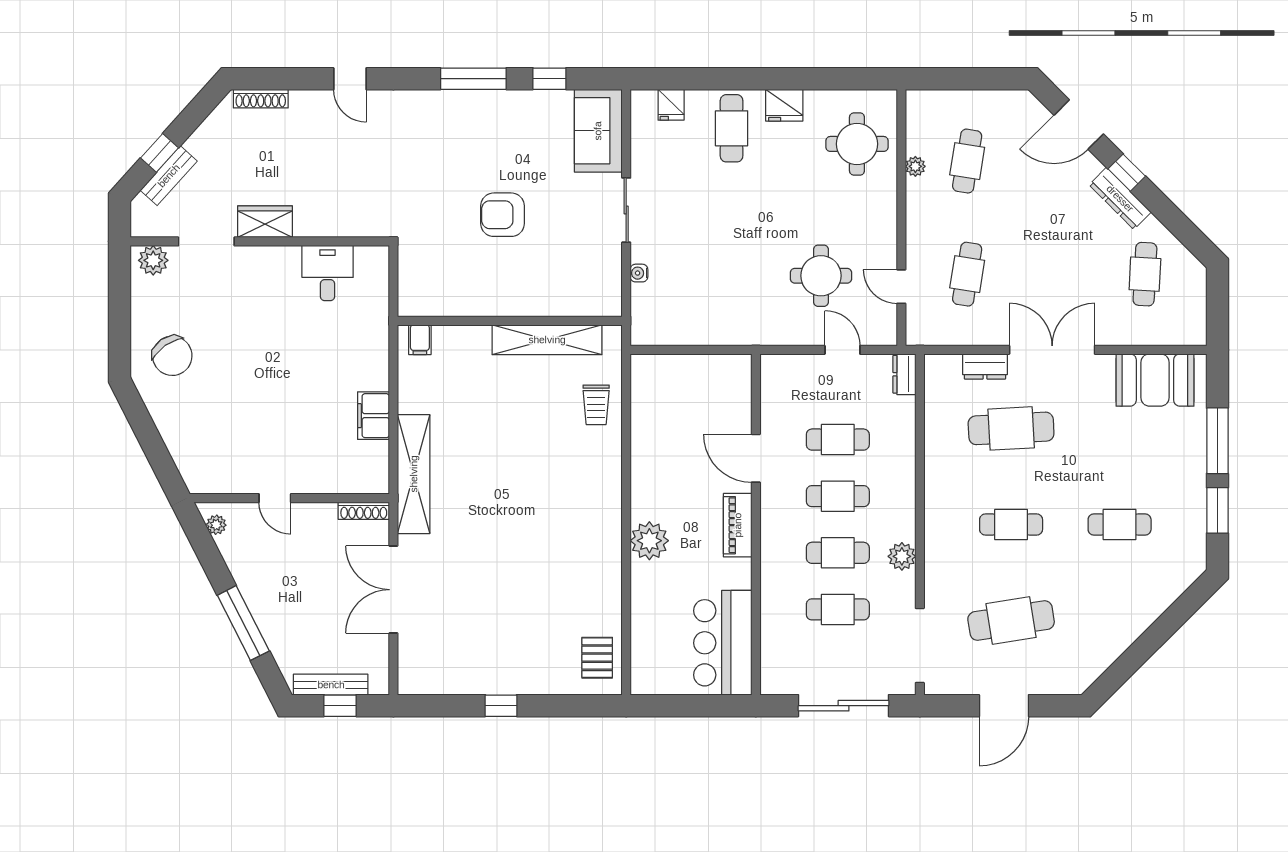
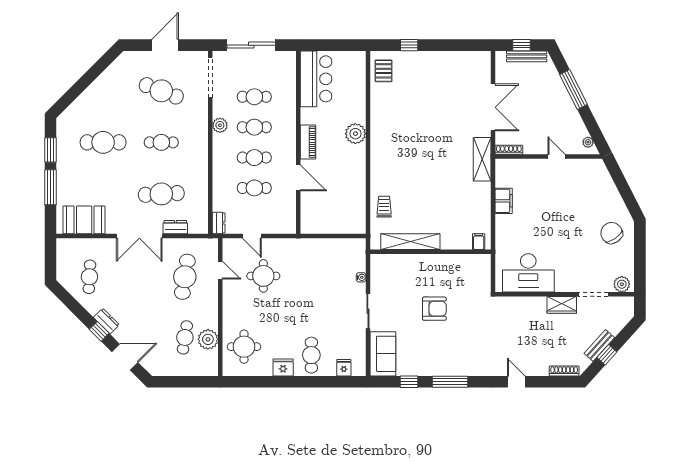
window: (159, 153) -> (607, 355), moved
plant: (915, 166) -> (208, 339), width x1.88, depth x1.88
bench: (169, 176) -> (599, 345), moved
dresser: (1120, 199) -> (106, 321), width x0.70
desk: (328, 273) -> (528, 273), width x1.87, depth x1.30
cafe table: (967, 274) -> (185, 277), width x1.37, depth x1.35
shelving: (414, 474) -> (482, 159), width x0.68
cafe table: (1120, 524) -> (103, 142), width x1.37, depth x1.35
cafe table: (1011, 621) -> (161, 91), turned 30
window: (501, 706) -> (409, 45), moved

